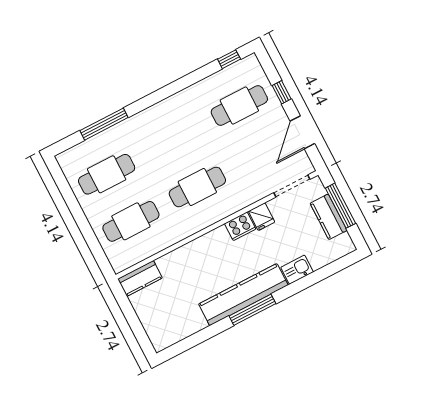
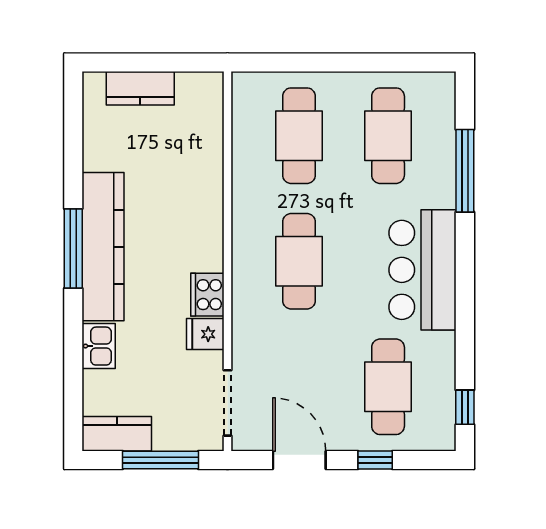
bar counter: (168, 119) -> (423, 270), added
kitchen counter: (329, 217) -> (117, 434), moved
kitchen counter: (140, 278) -> (140, 88), moved, turned -90

